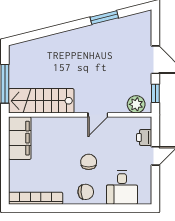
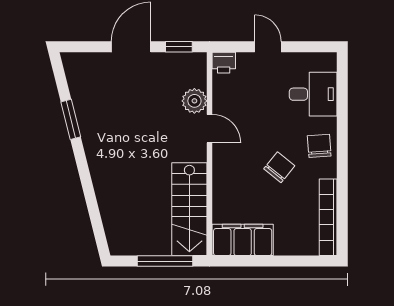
plant: (136, 104) -> (194, 101), moved
printer: (144, 137) -> (224, 63), moved
chair: (89, 162) -> (279, 167), moved, turned 129

